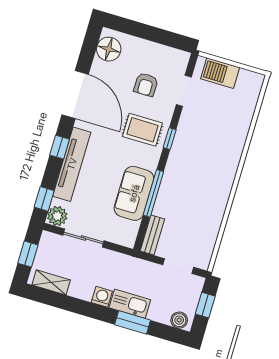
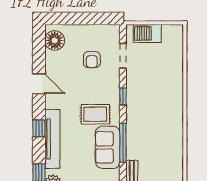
door: (75, 94) -> (39, 84), width x0.53
rug: (142, 130) -> (95, 114), moved

